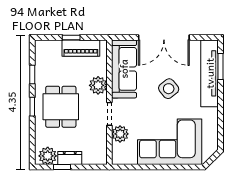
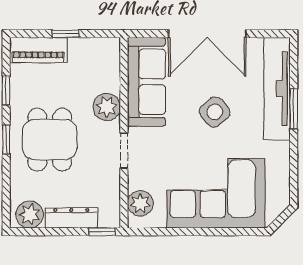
piano: (81, 48) -> (38, 50), moved
window: (220, 66) -> (294, 109), moved
plant: (120, 134) -> (140, 203), moved
dresser: (70, 158) -> (71, 218), width x1.44
window: (62, 167) -> (102, 232), moved

